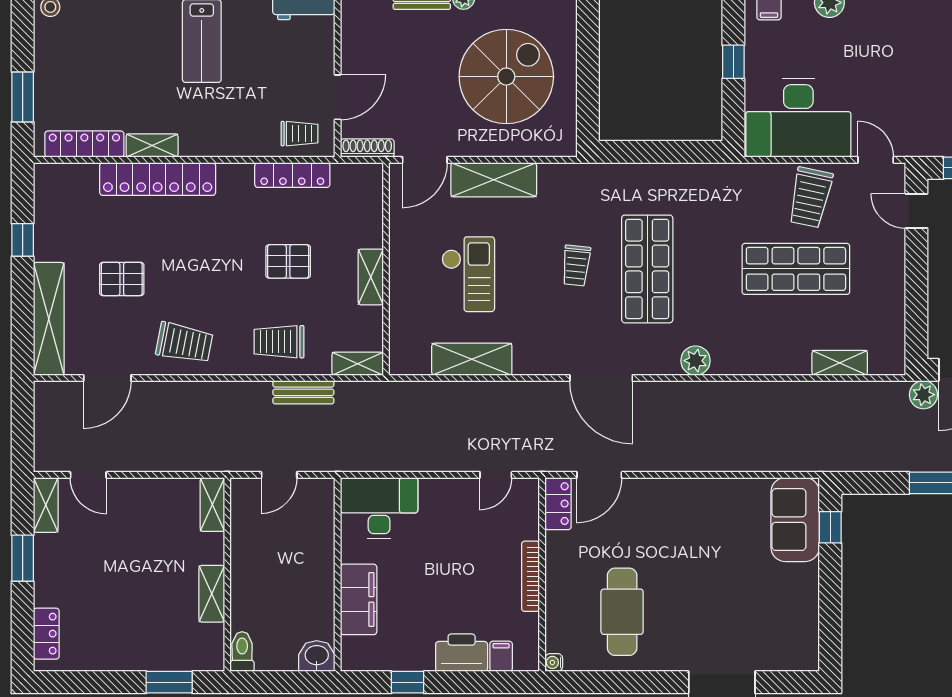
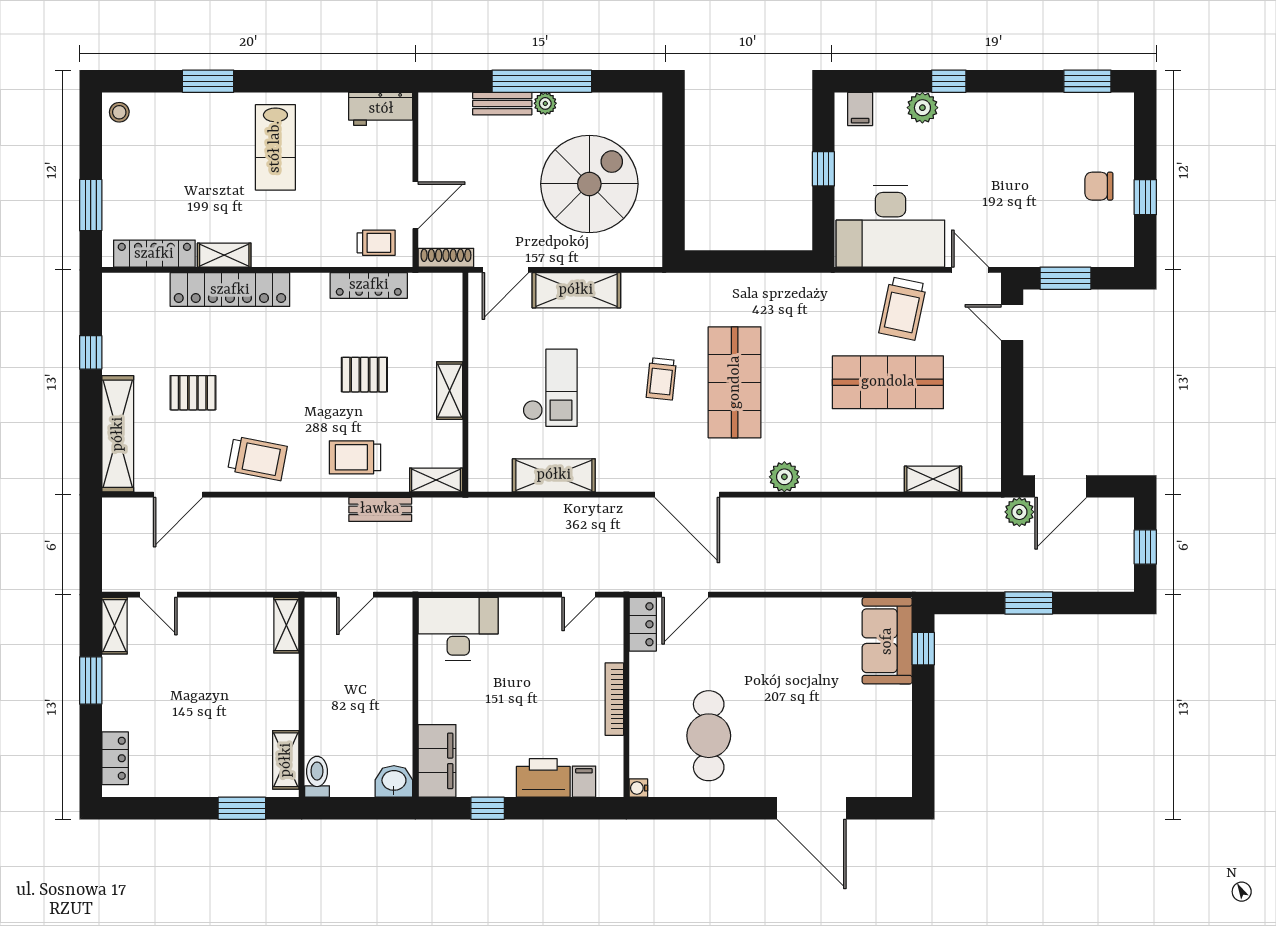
shelving: (212, 594) -> (286, 760), moved
filing cabinet: (359, 599) -> (437, 761), moved

